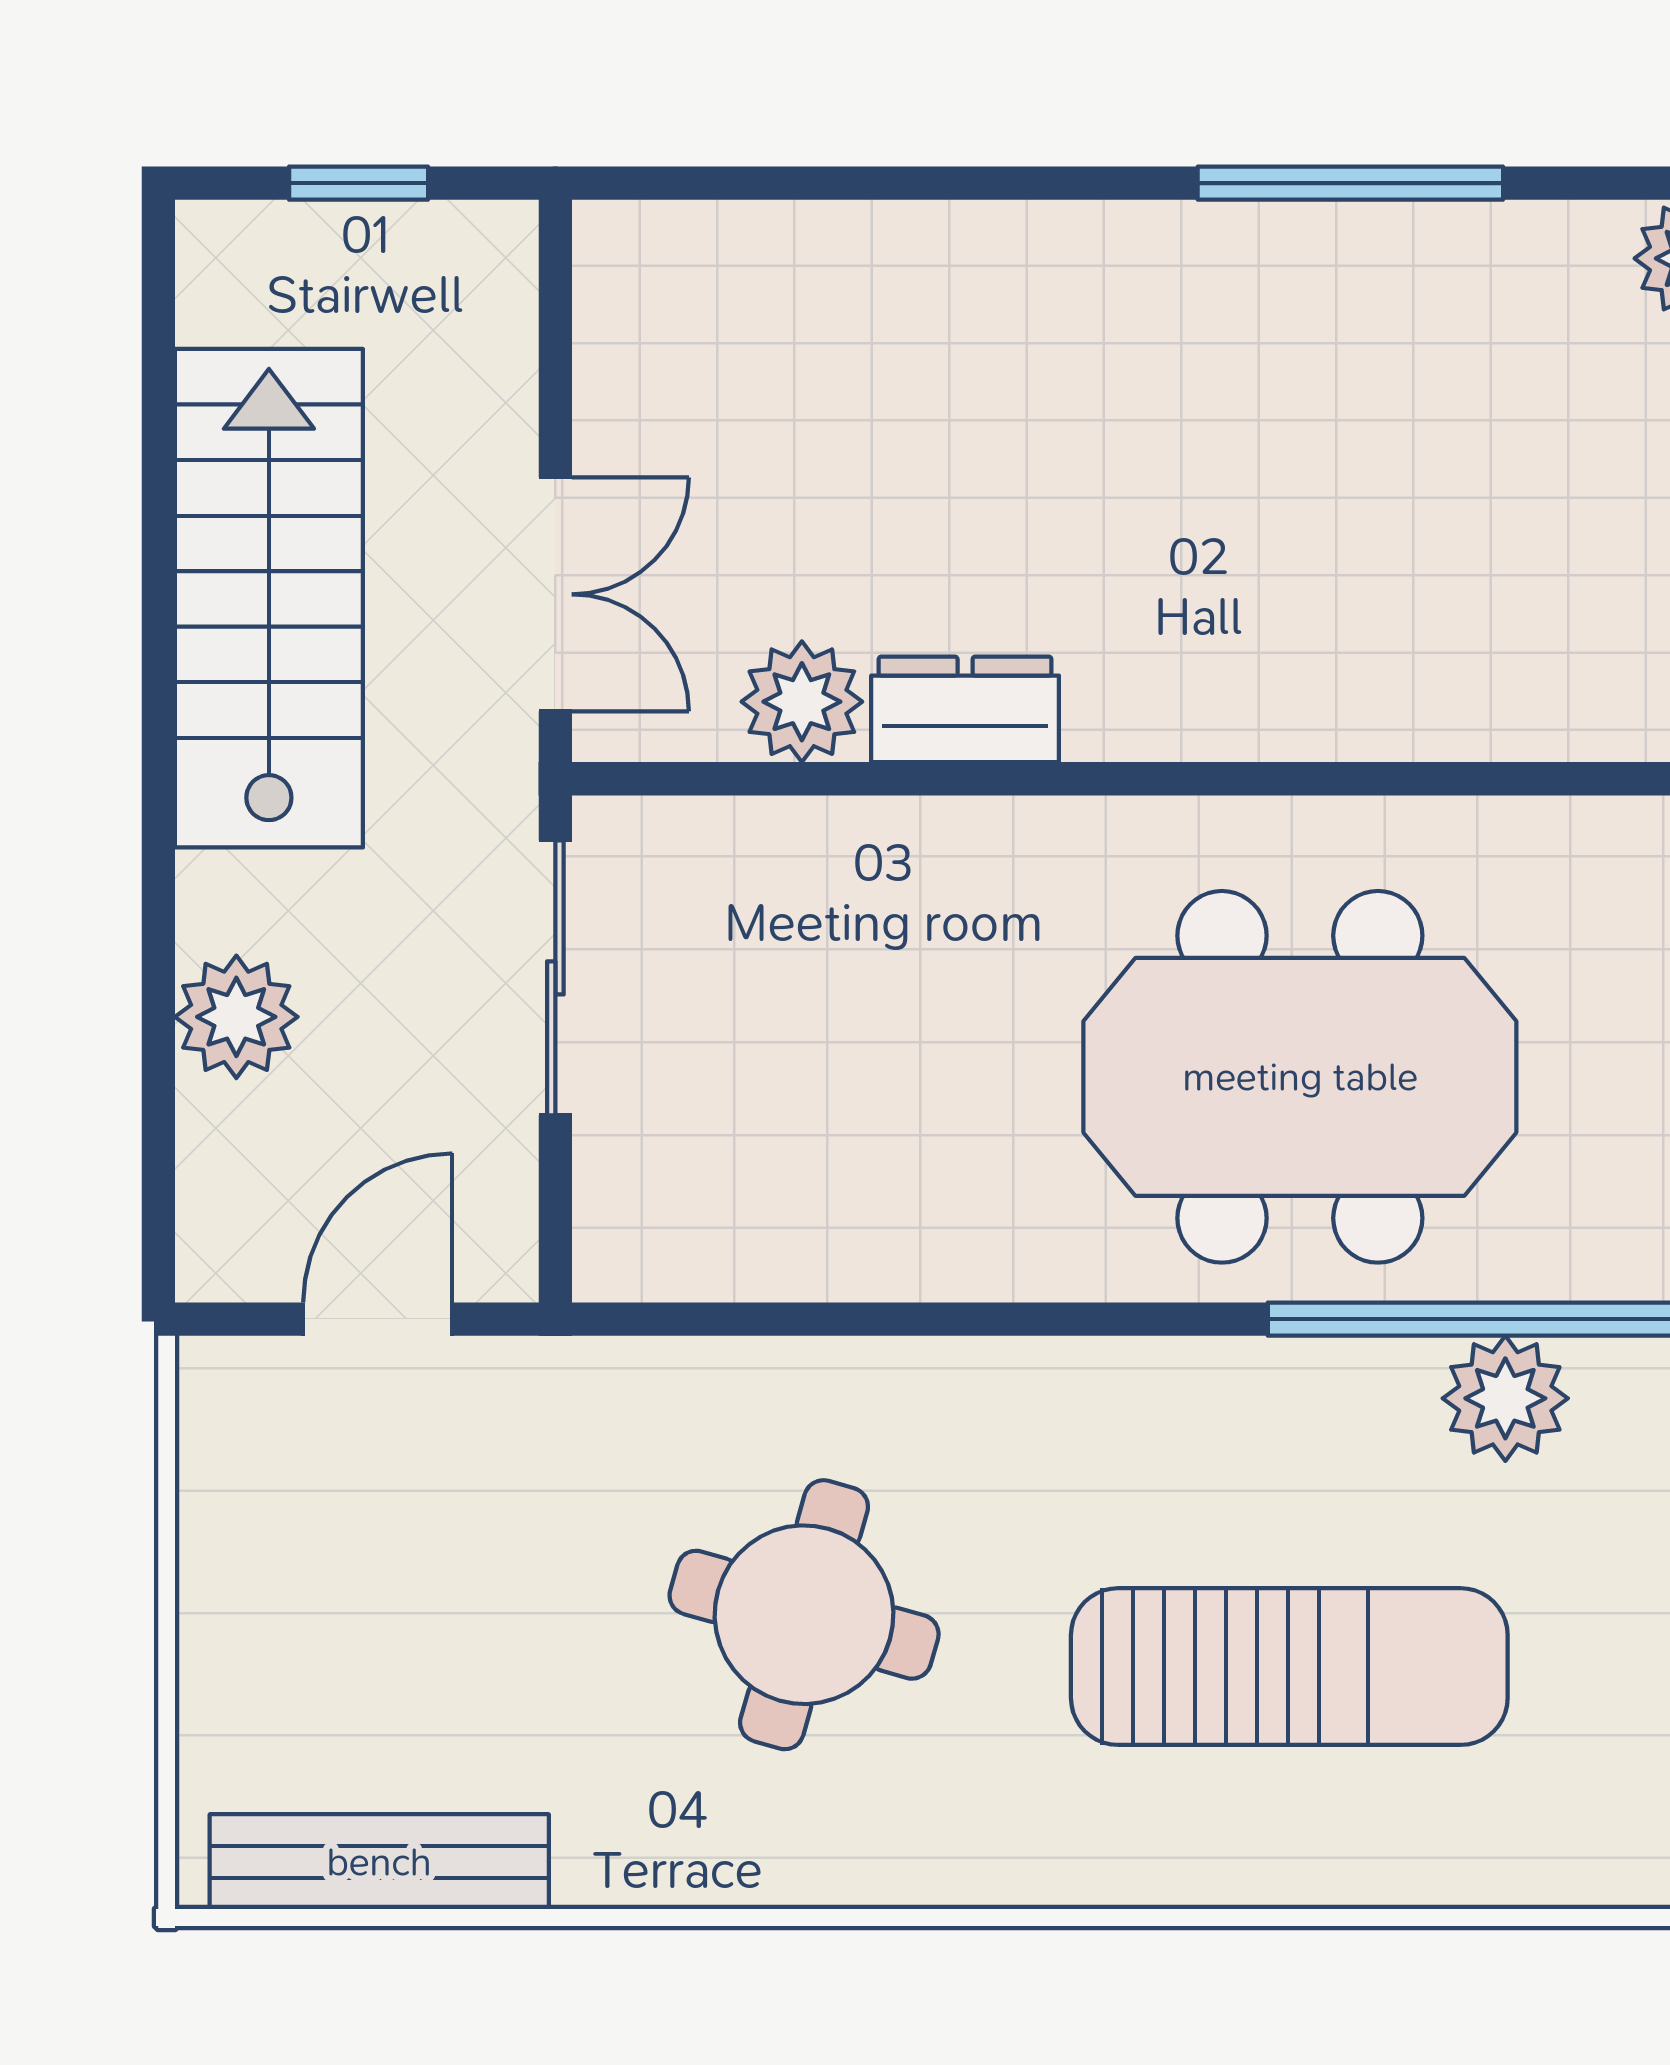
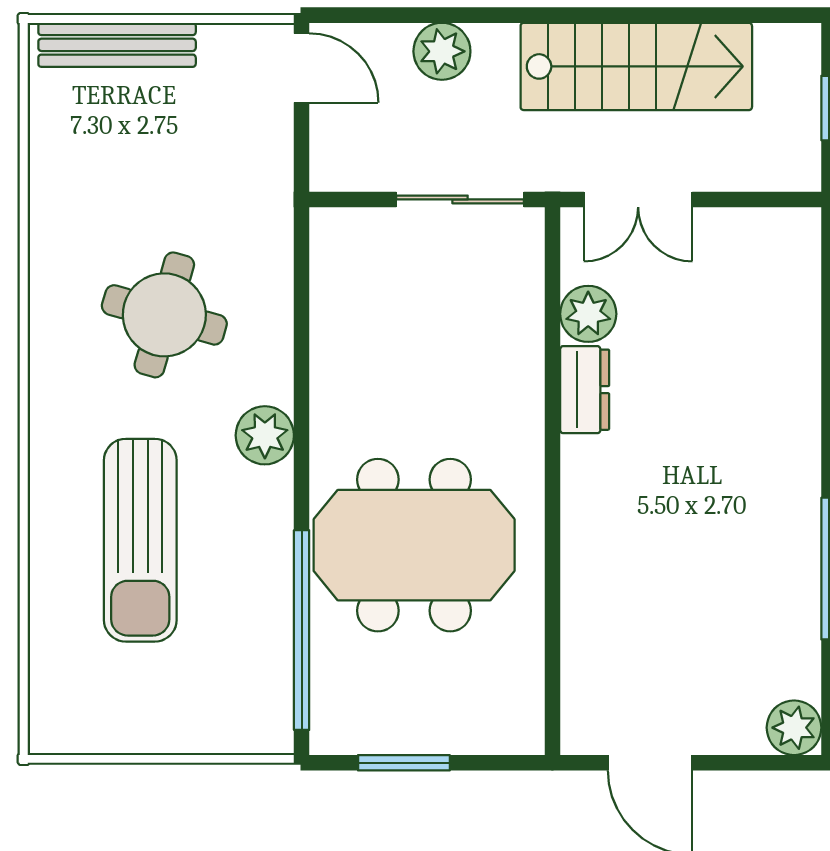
meeting table: (1300, 1077) -> (414, 545), turned 90
door: (378, 1319) -> (302, 68), moved
plant: (1505, 1398) -> (265, 435), moved
bench: (379, 1862) -> (117, 45), moved, turned 90

